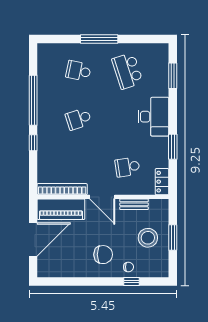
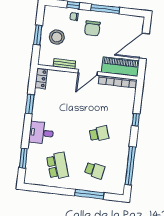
window: (99, 39) -> (89, 194), moved
window: (33, 100) -> (130, 166), moved
desk: (153, 117) -> (41, 133), width x0.73
school desk: (127, 167) -> (66, 93), removed
door: (102, 197) -> (88, 72), swing flipped
chair: (103, 255) -> (92, 28), turned -90
window: (89, 282) -> (105, 9), added

